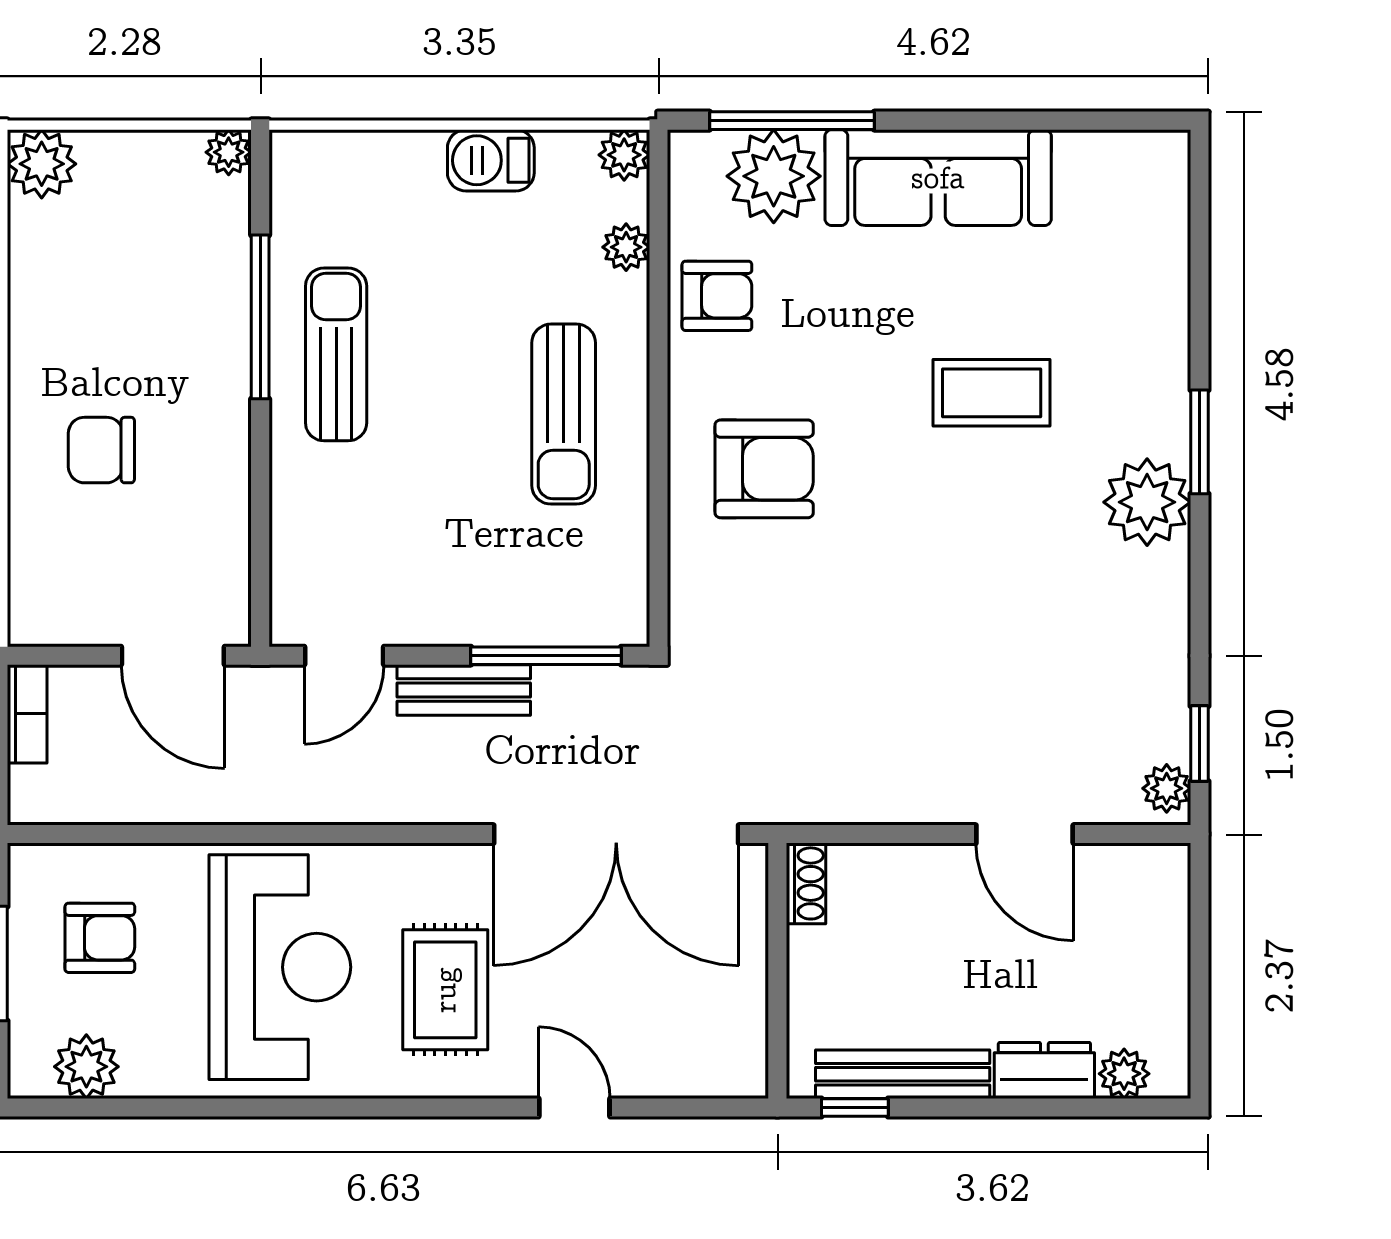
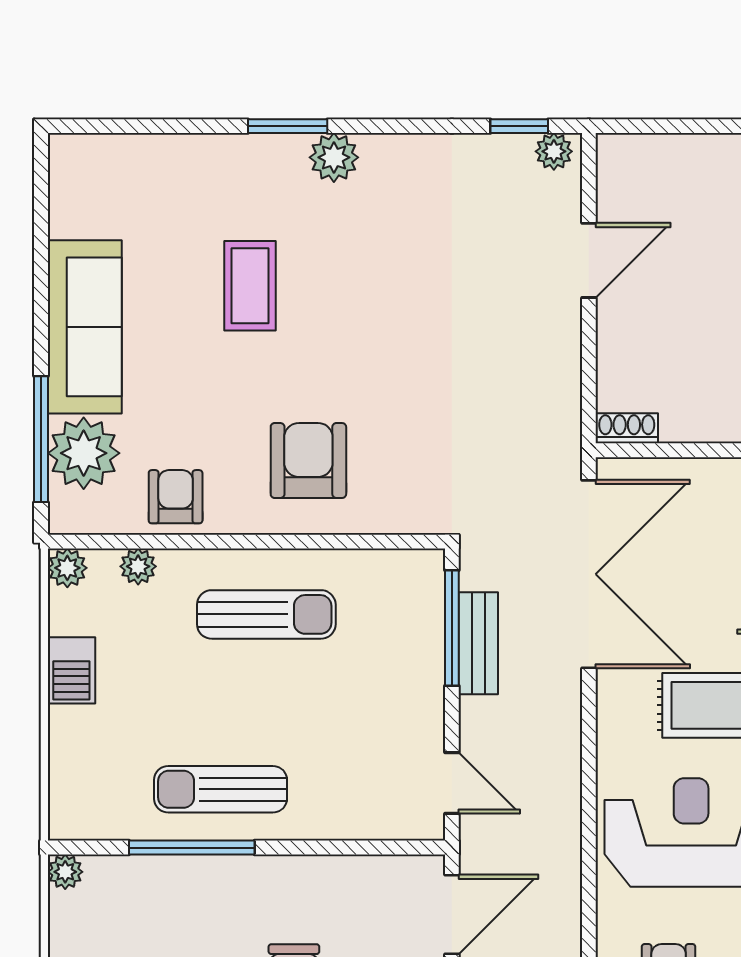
plant: (1147, 502) -> (334, 157), width x0.73, depth x0.73
bench: (464, 690) -> (478, 643), moved

